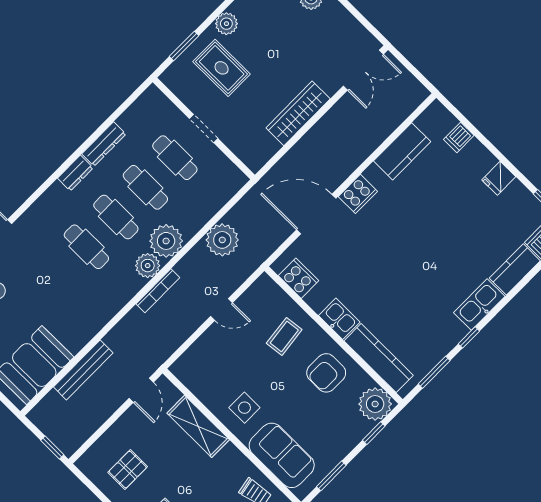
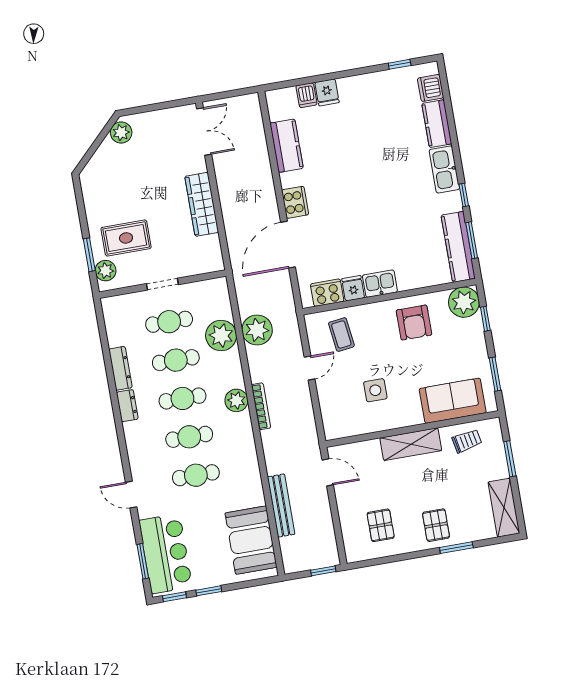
plant: (226, 24) -> (106, 271), moved
fridge: (499, 178) -> (327, 92), moved
plant: (166, 241) -> (221, 336), moved
cafe table: (57, 276) -> (196, 475), added
fridge: (318, 298) -> (353, 288), added
coffee table: (284, 336) -> (341, 335), moved
kitchen counter: (379, 358) -> (458, 247), moved, turned -90
side table: (244, 408) -> (375, 390), moved
shelving: (198, 426) -> (411, 444), moved

